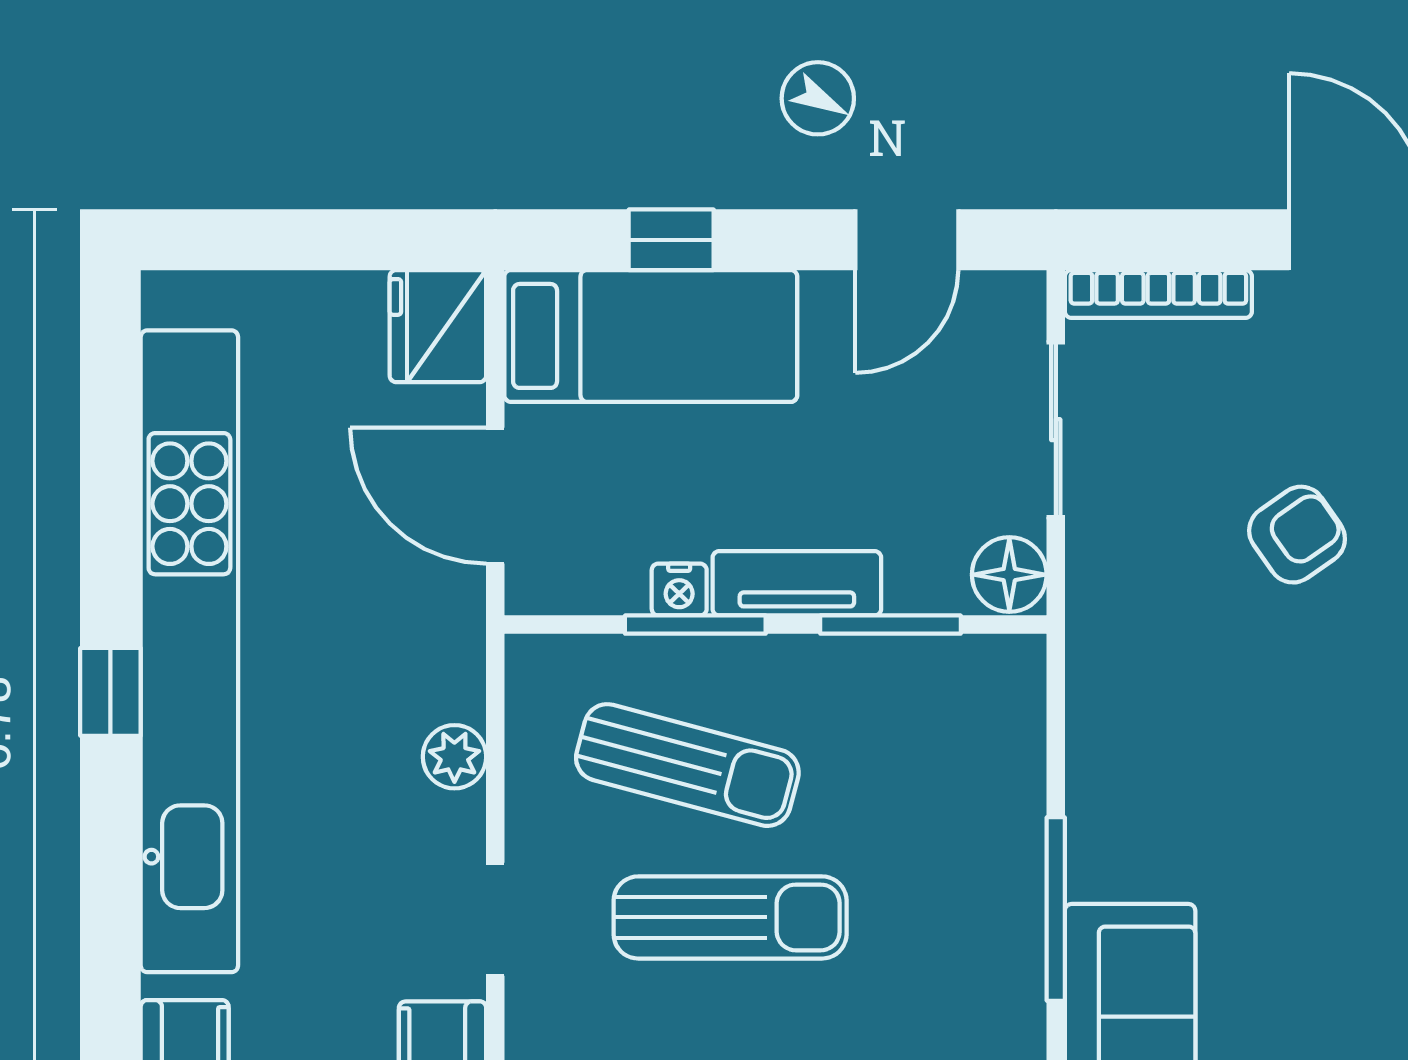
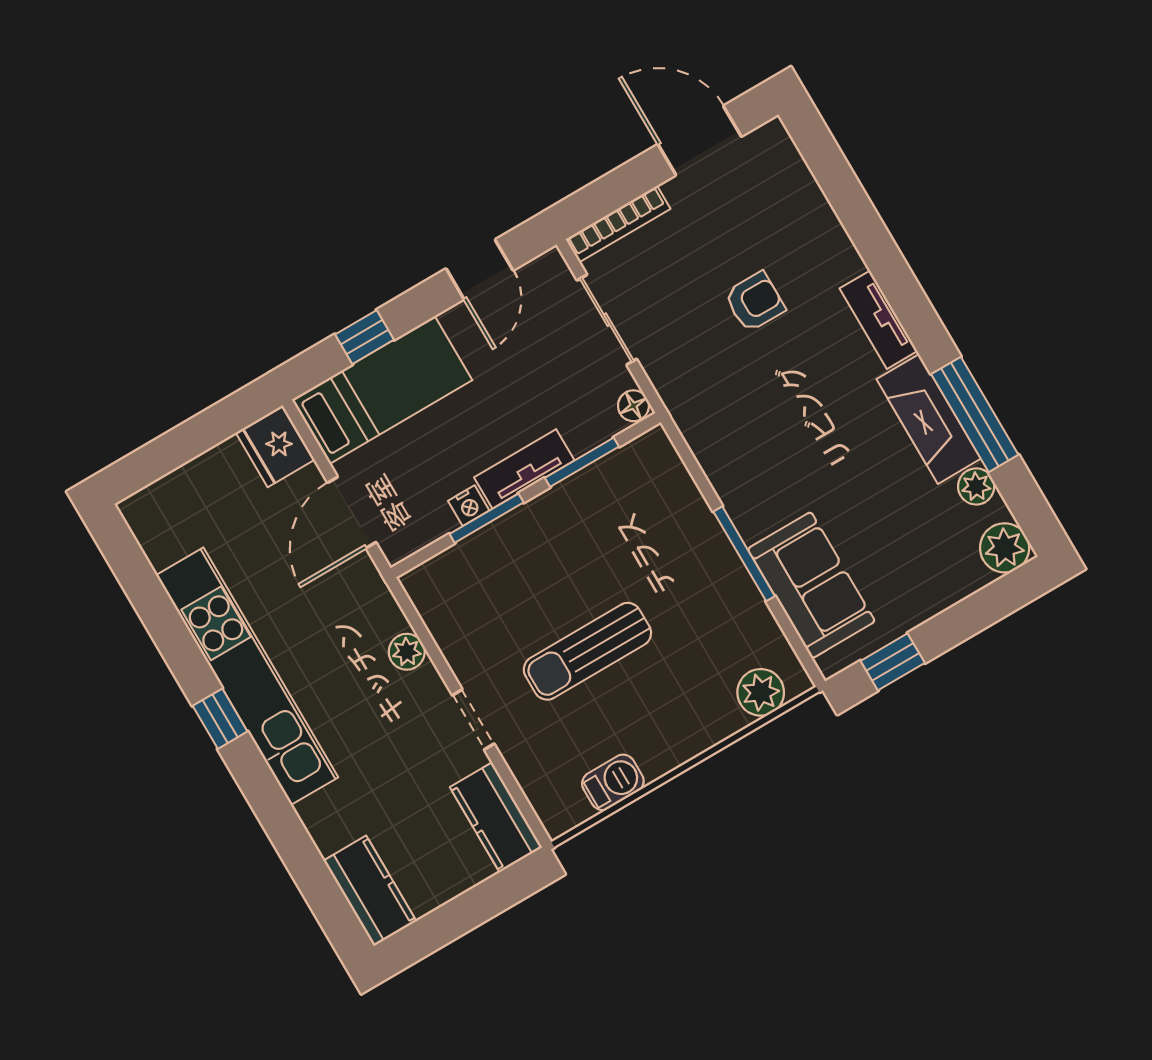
door: (495, 496) -> (352, 512), hinge flipped
armchair: (1297, 535) -> (755, 302), turned 35
floor lamp: (1009, 575) -> (633, 406), width x0.73, depth x0.73
kitchen unit: (189, 651) -> (247, 676), width x0.73
sun lounger: (687, 765) -> (523, 589), removed
sun lounger: (730, 917) -> (587, 651), turned 180

